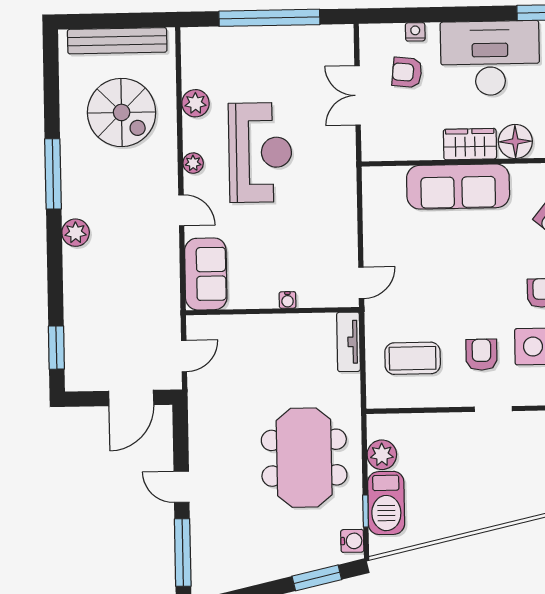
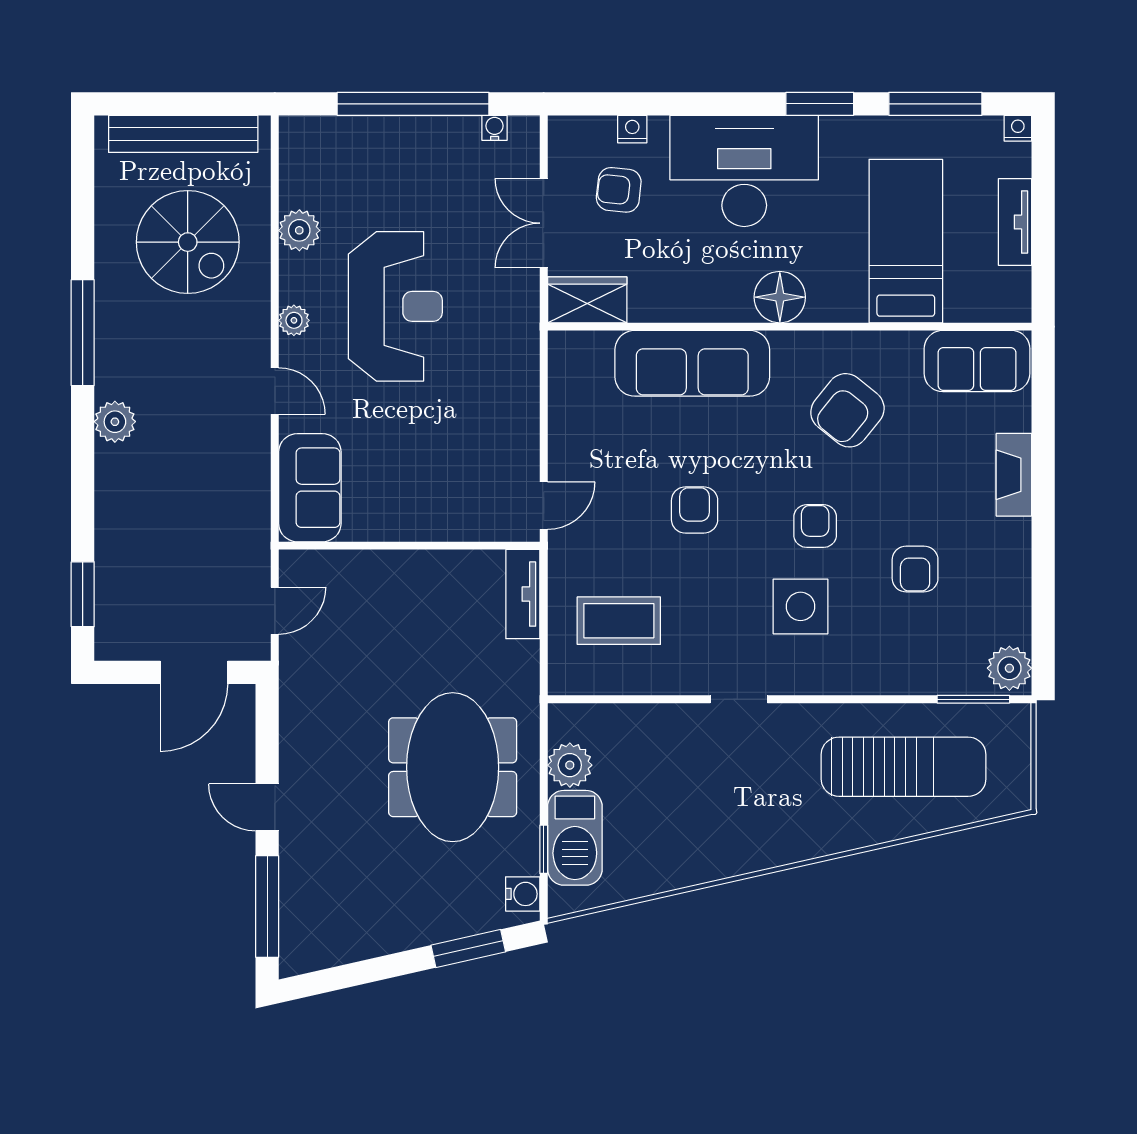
wardrobe: (470, 144) -> (587, 300), moved
water cooler: (288, 300) -> (495, 128), moved, turned 180
armchair: (481, 355) -> (695, 510), moved

